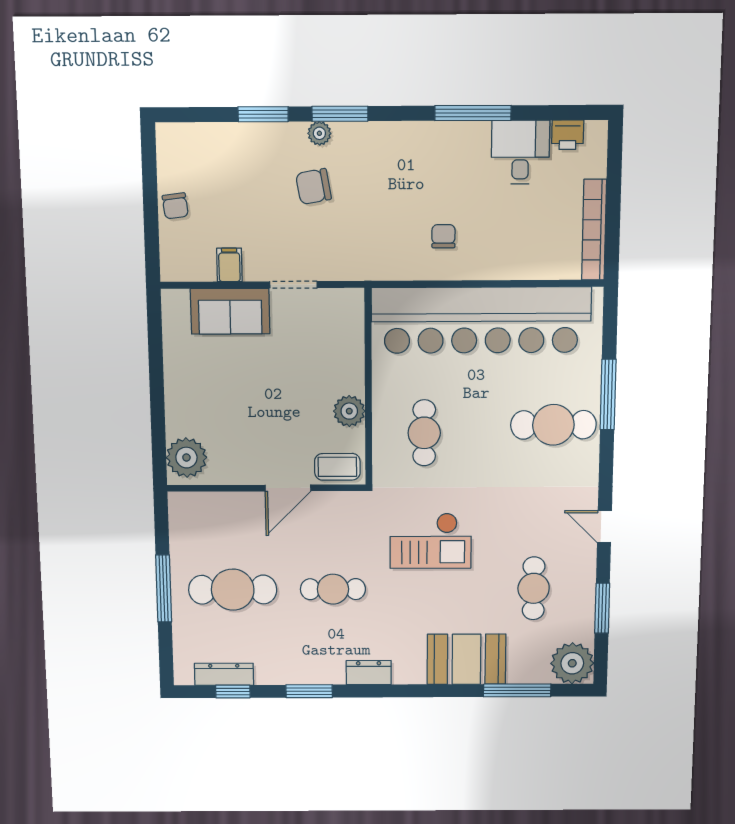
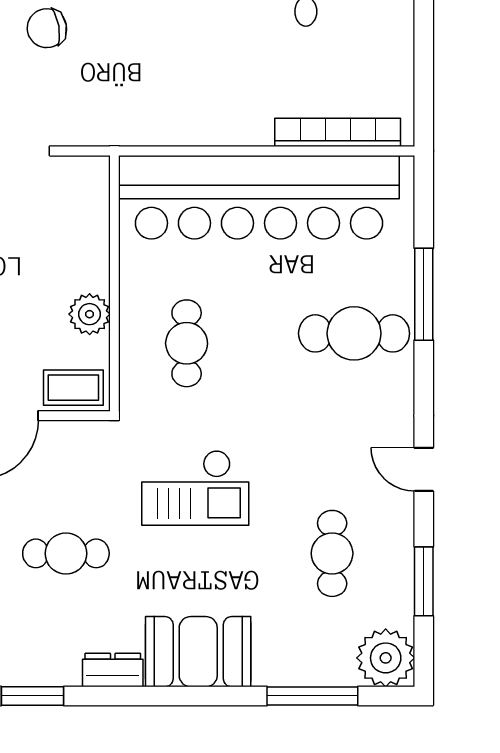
bookcase: (594, 230) -> (338, 132), moved, turned 90
chair: (443, 236) -> (210, 91), removed
booth: (466, 659) -> (198, 652), moved

